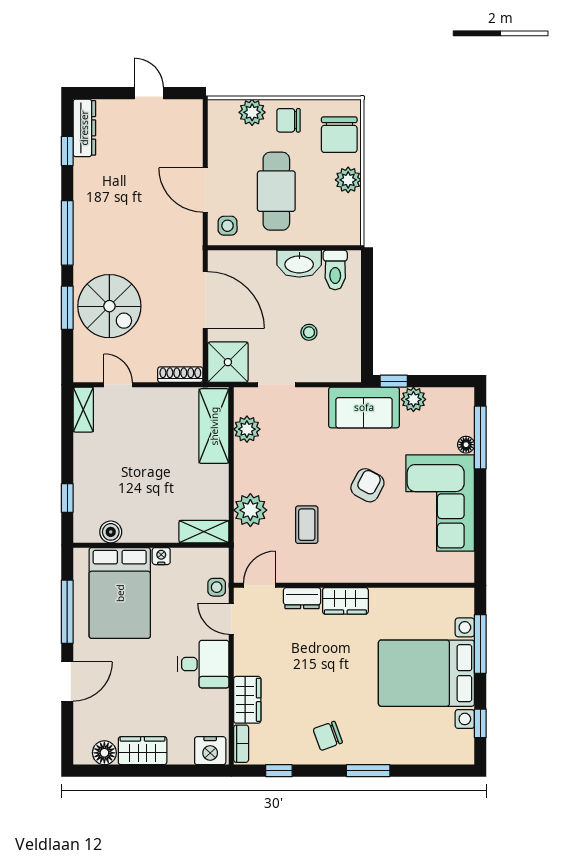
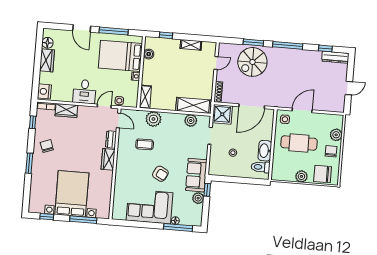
shelving: (83, 410) -> (191, 45), moved

